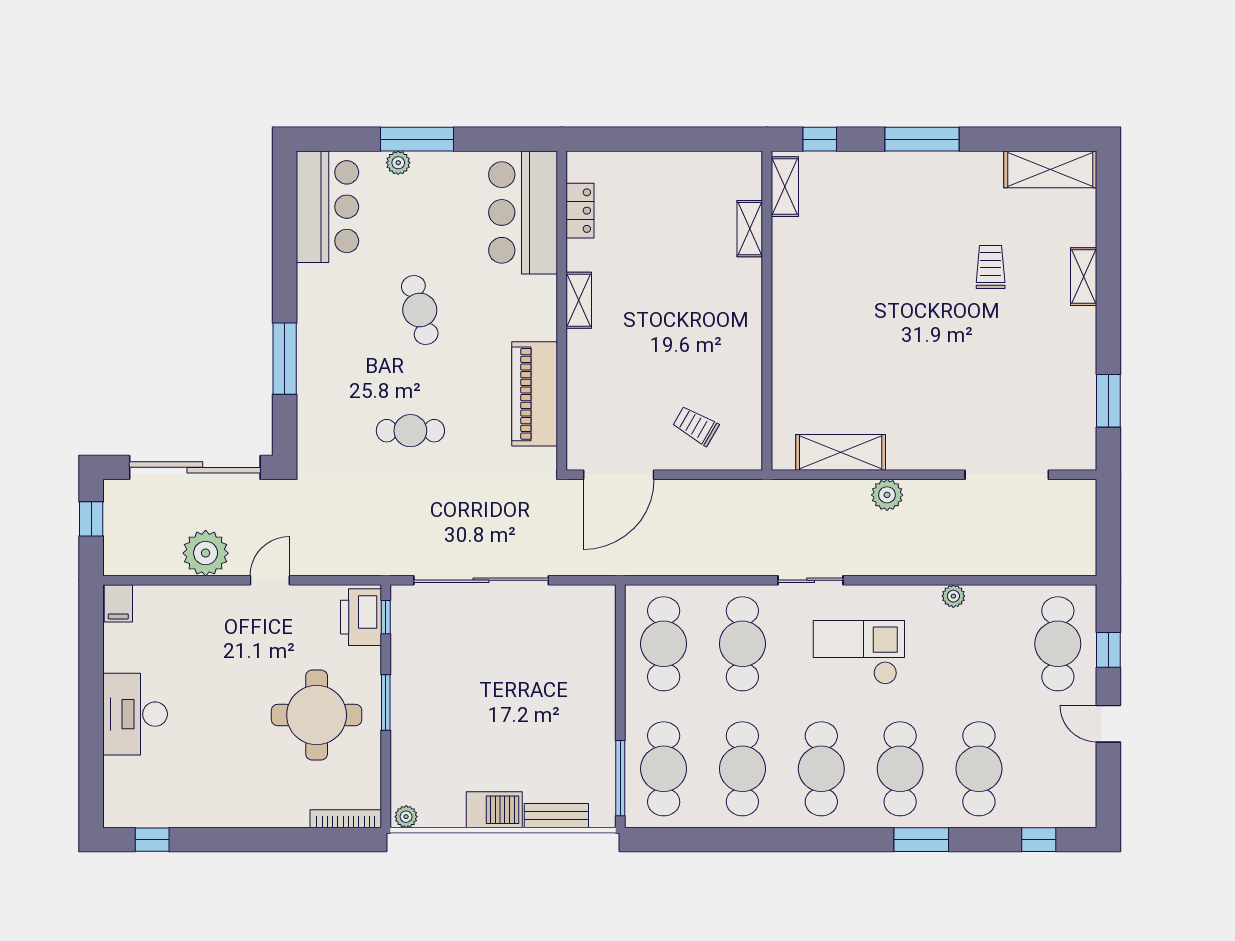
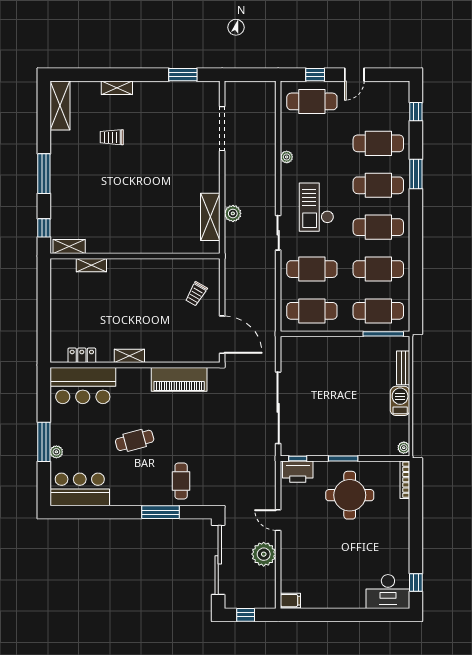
cafe table: (410, 431) -> (181, 481), moved
plant: (887, 495) -> (233, 213), moved
desk: (135, 714) -> (388, 592), moved

